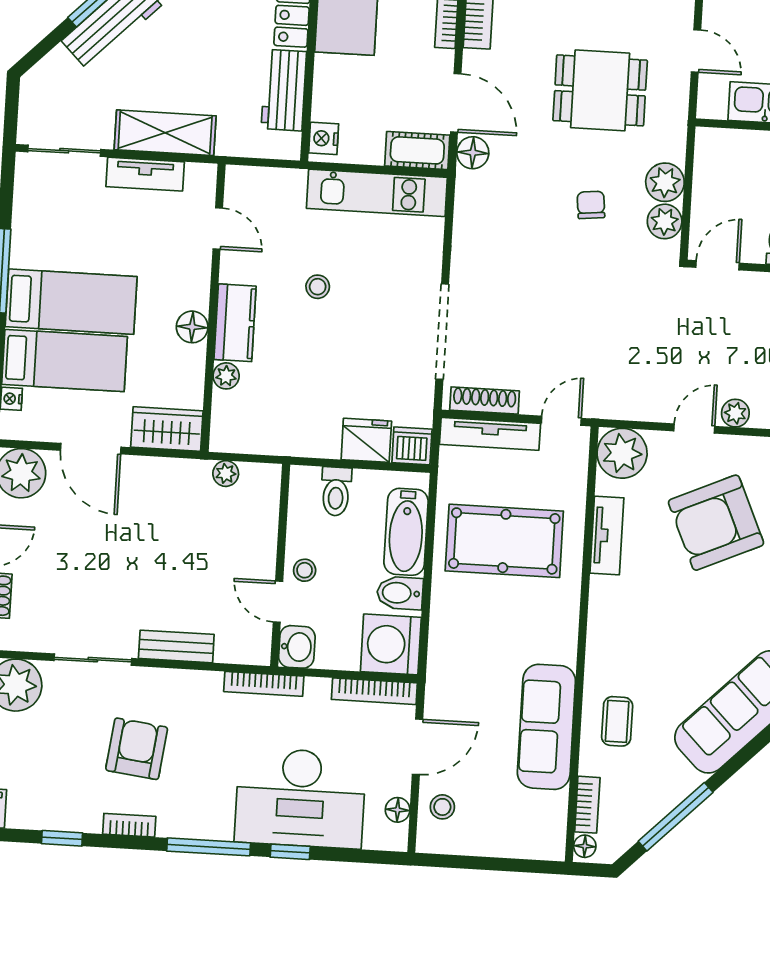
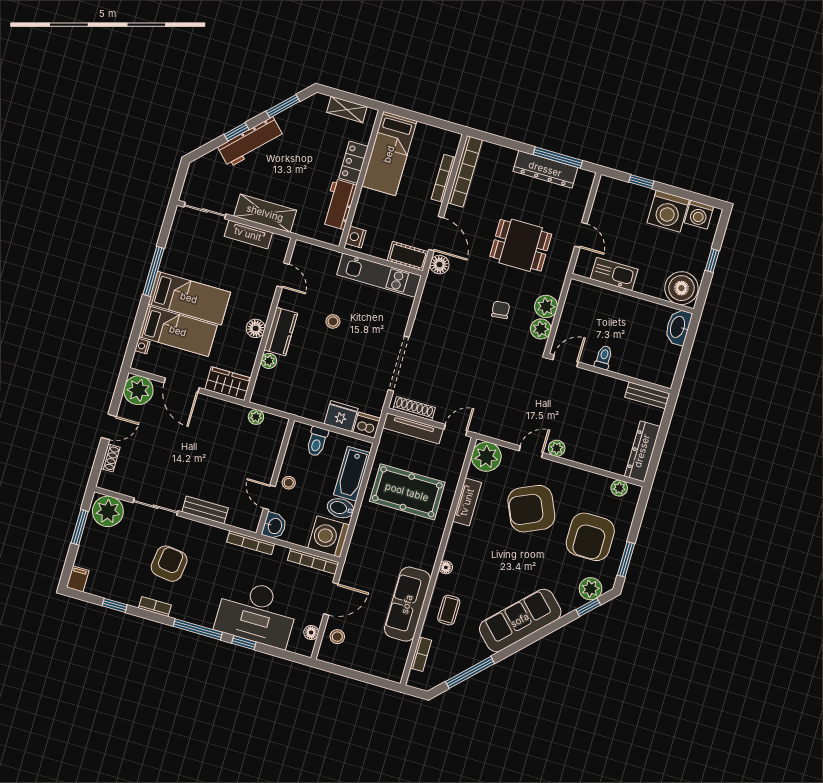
floor lamp: (585, 846) -> (446, 567), moved

